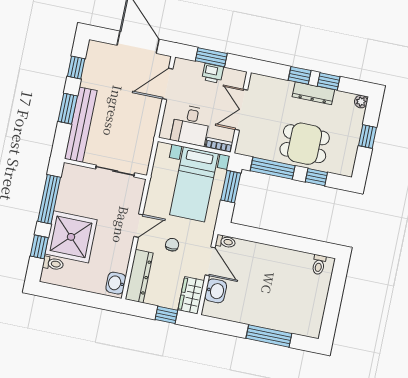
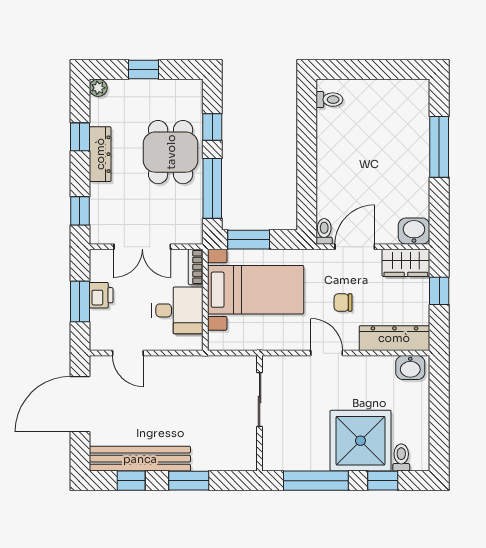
window: (300, 75) -> (80, 211), moved
door: (168, 84) -> (128, 353), width x0.73
bench: (81, 125) -> (140, 459), moved
washbasin: (216, 291) -> (414, 231), moved

